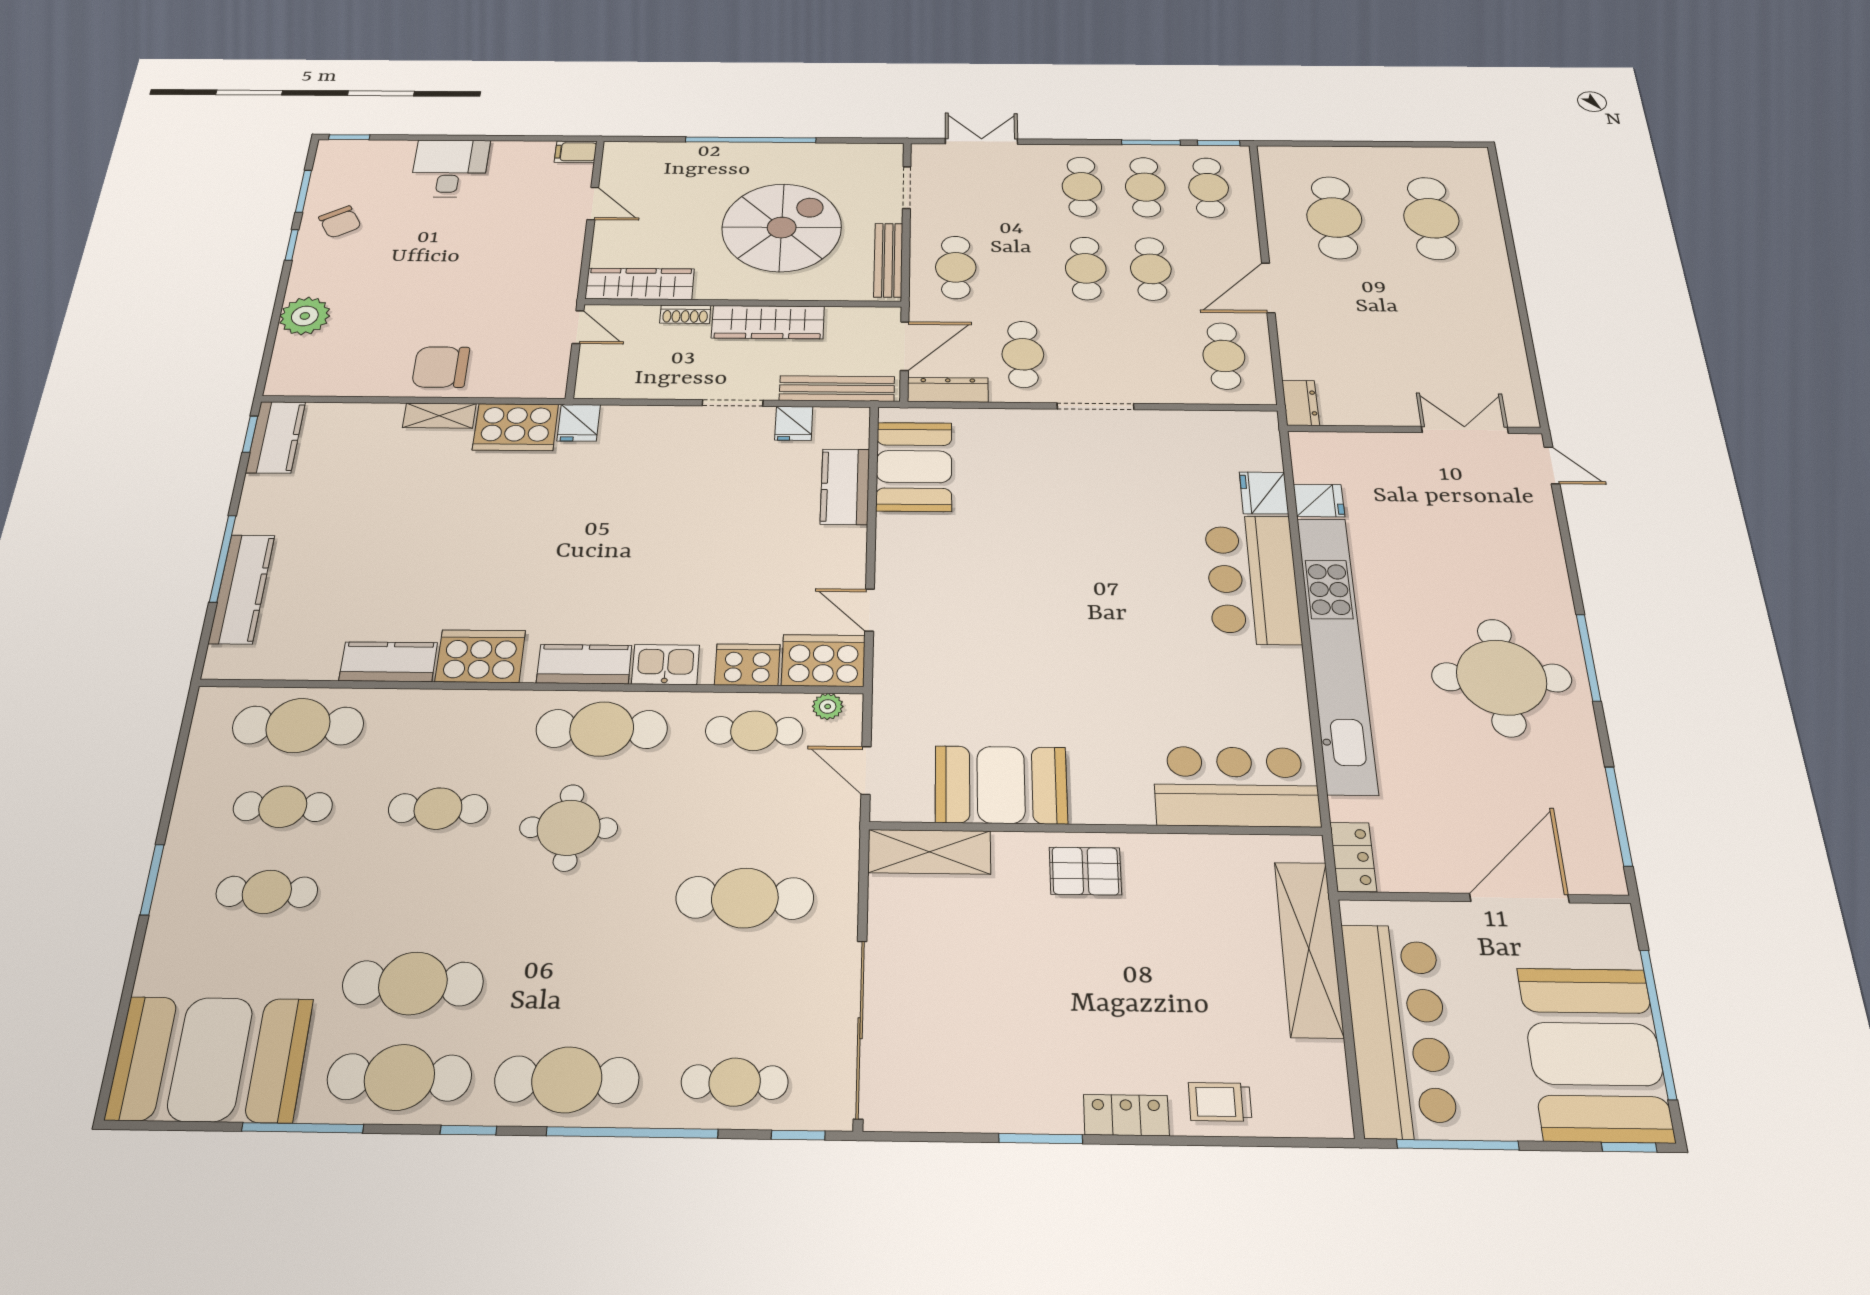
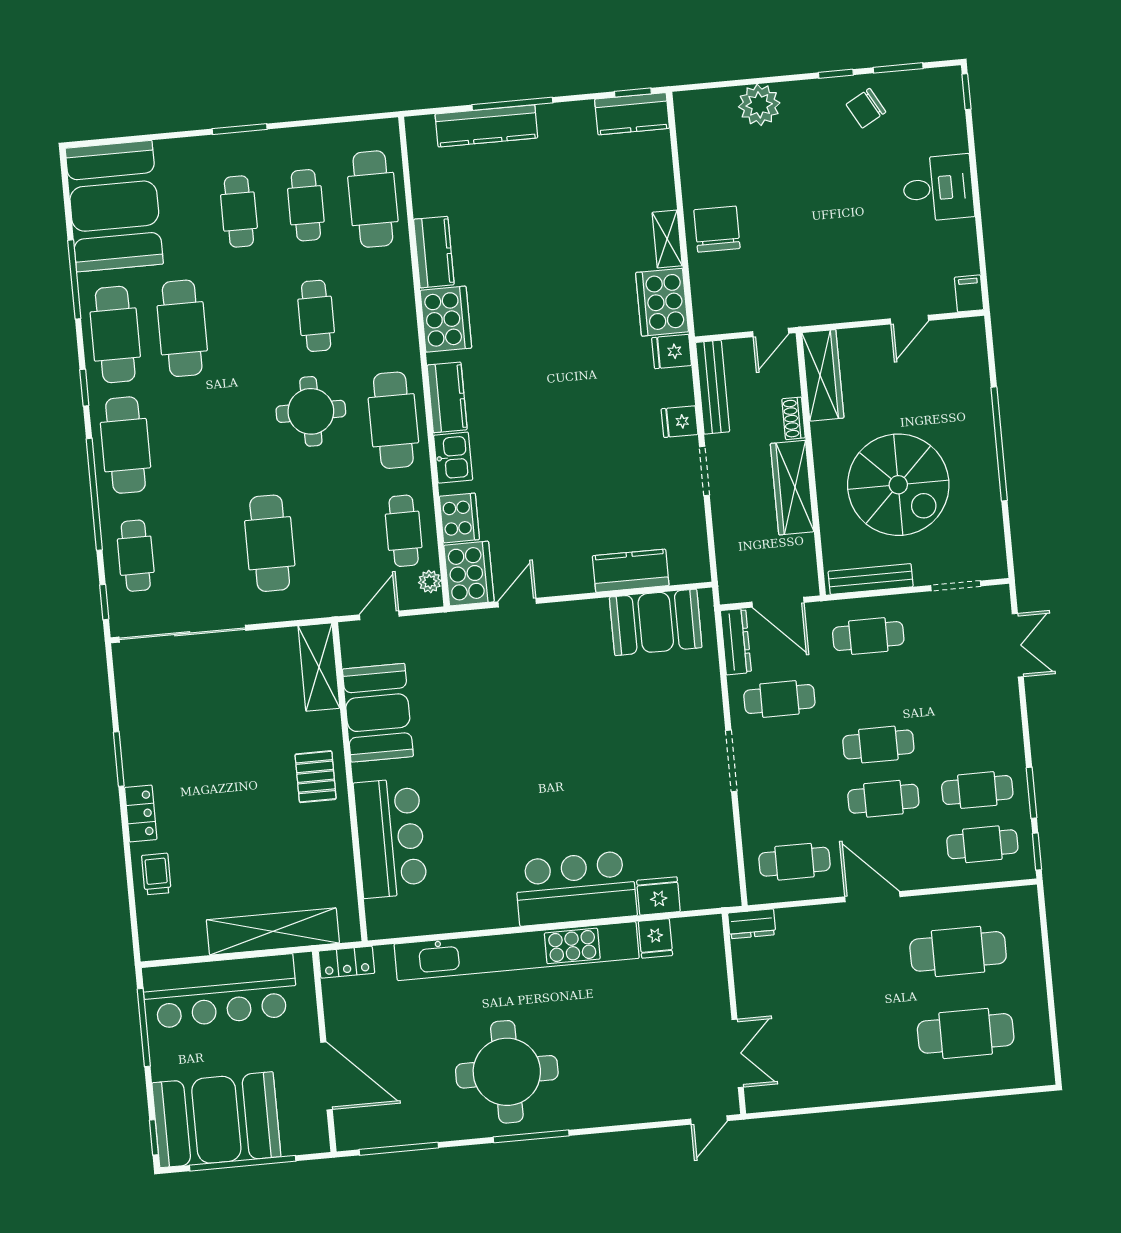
cafe table: (1082, 187) -> (972, 736), removed
bench: (837, 389) -> (713, 387), moved
fridge: (794, 423) -> (680, 422), moved
bar counter: (1236, 786) -> (390, 838), moved

